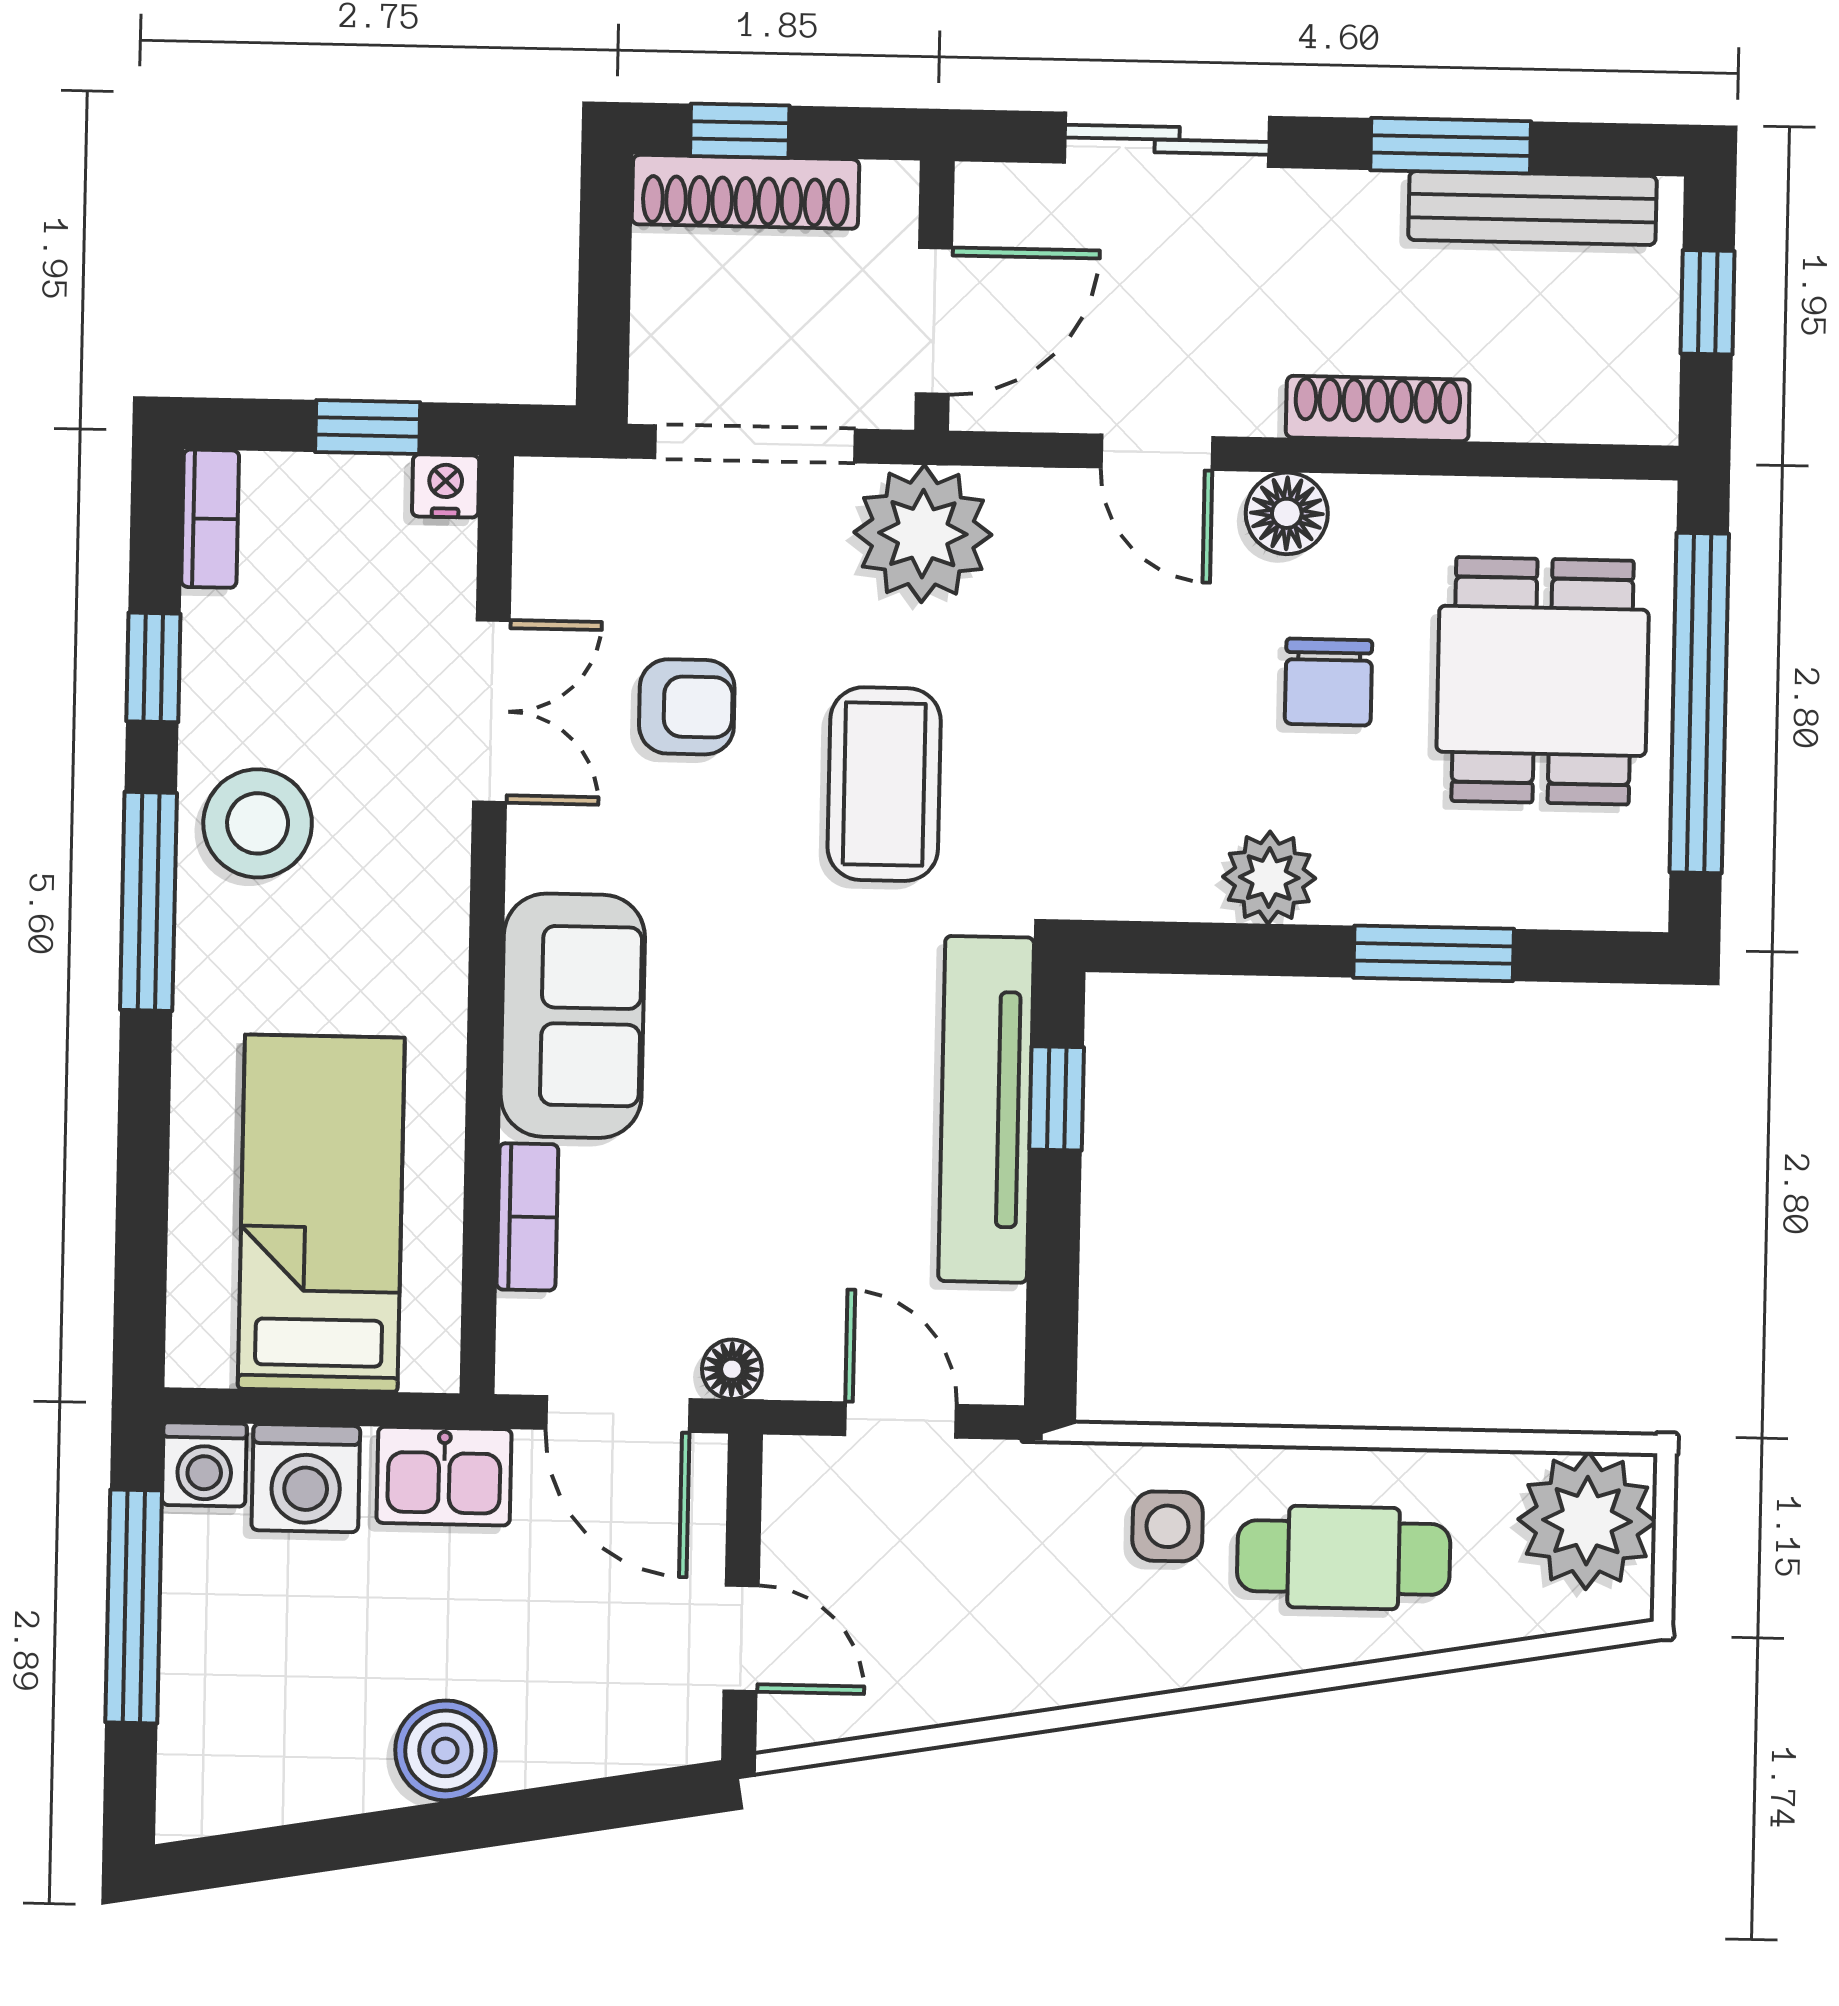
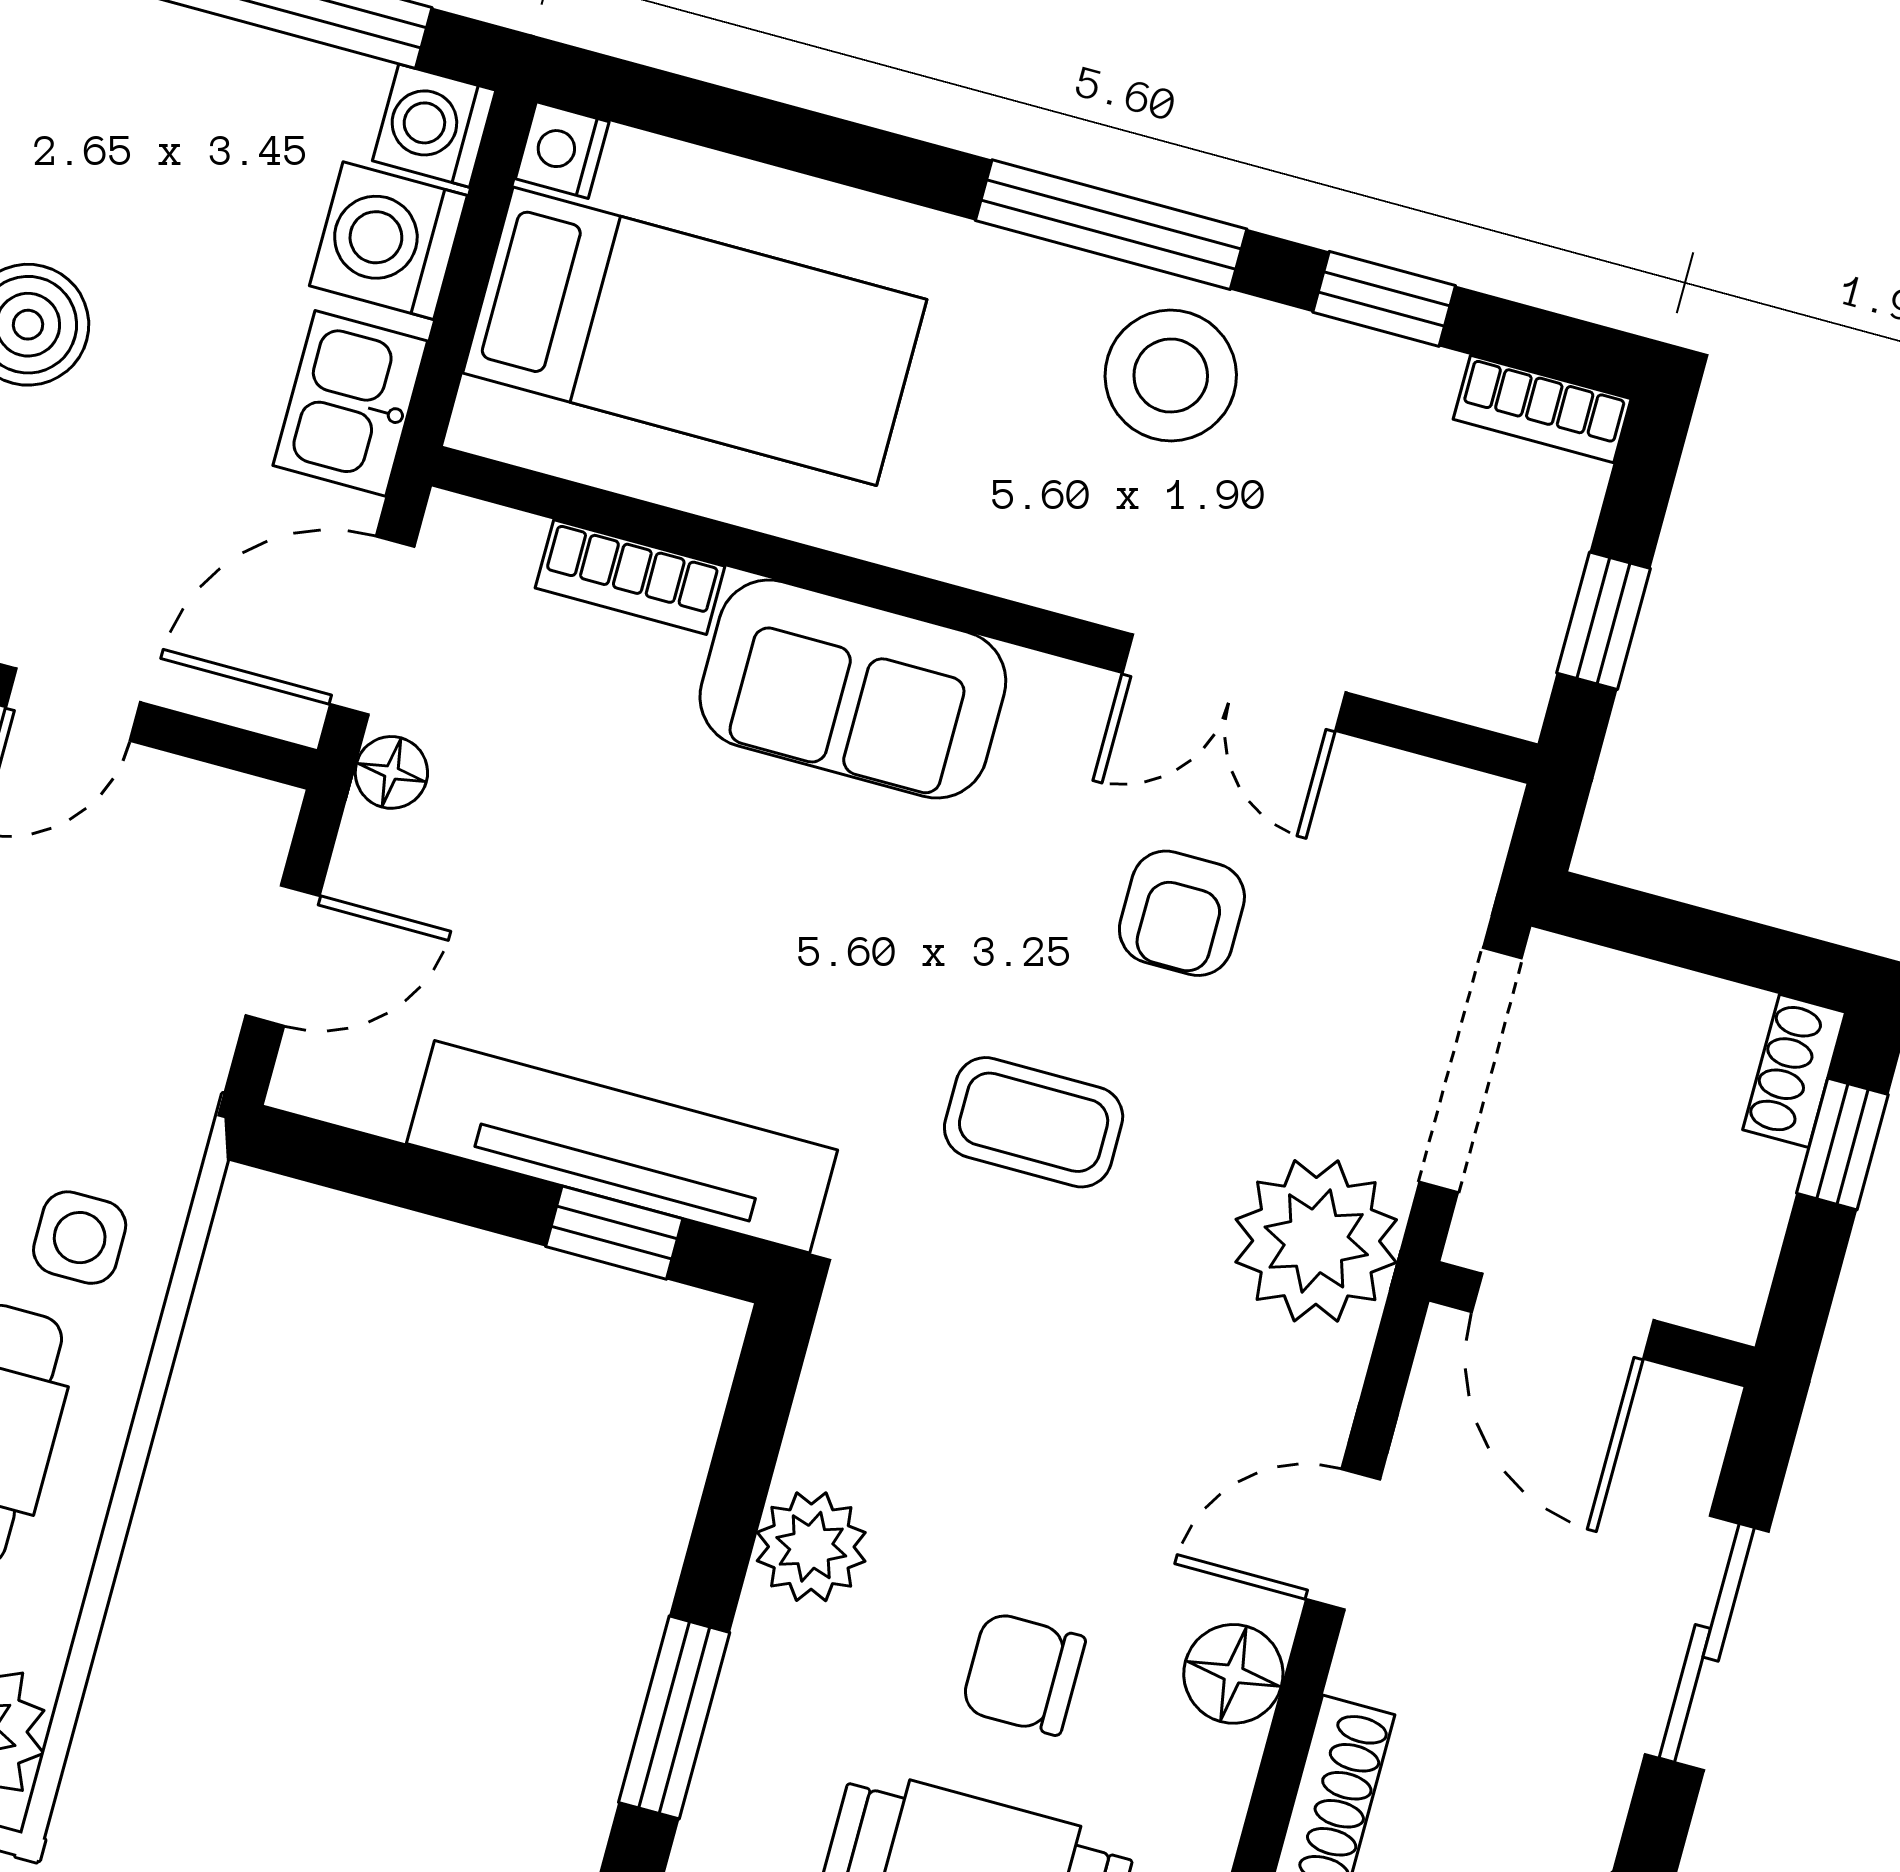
shoe rack: (745, 192) -> (1794, 1071), width x0.51, depth x0.81
nightstand: (446, 486) -> (562, 150), moved, turned 180
coffee table: (884, 784) -> (1034, 1122), width x0.73, depth x0.77

